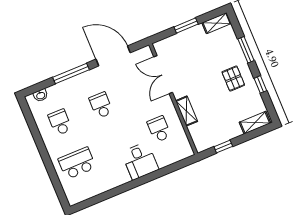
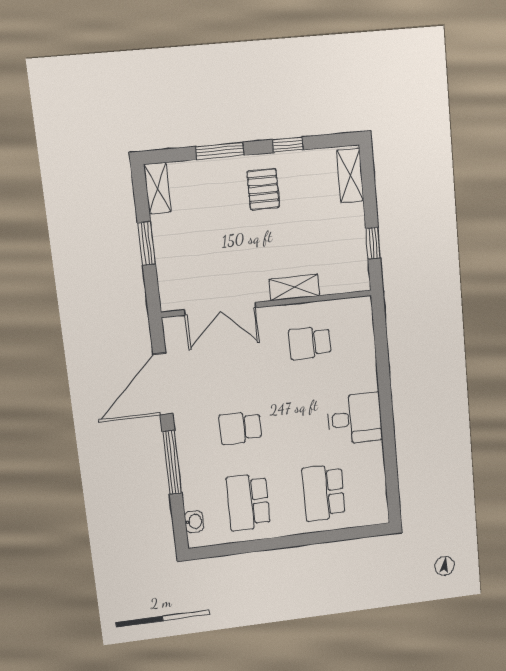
pallet: (233, 79) -> (263, 189), turned 90
school desk: (60, 122) -> (248, 502), width x1.85
desk: (140, 161) -> (355, 419), moved

